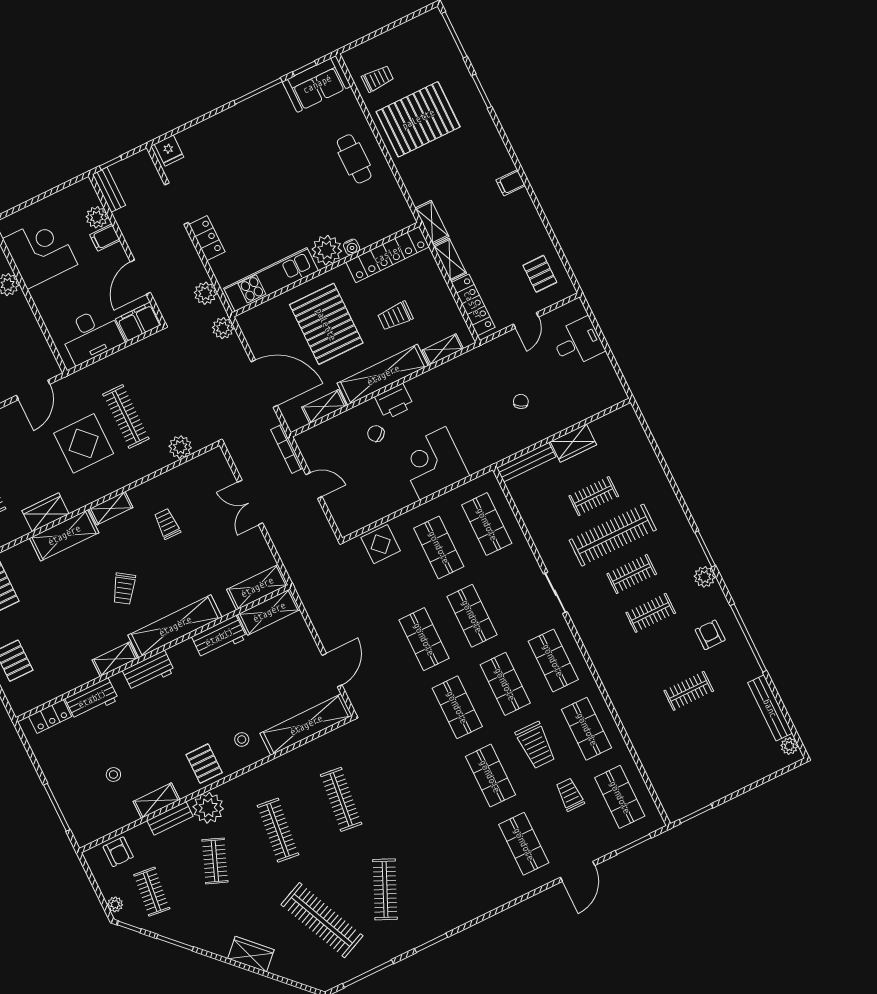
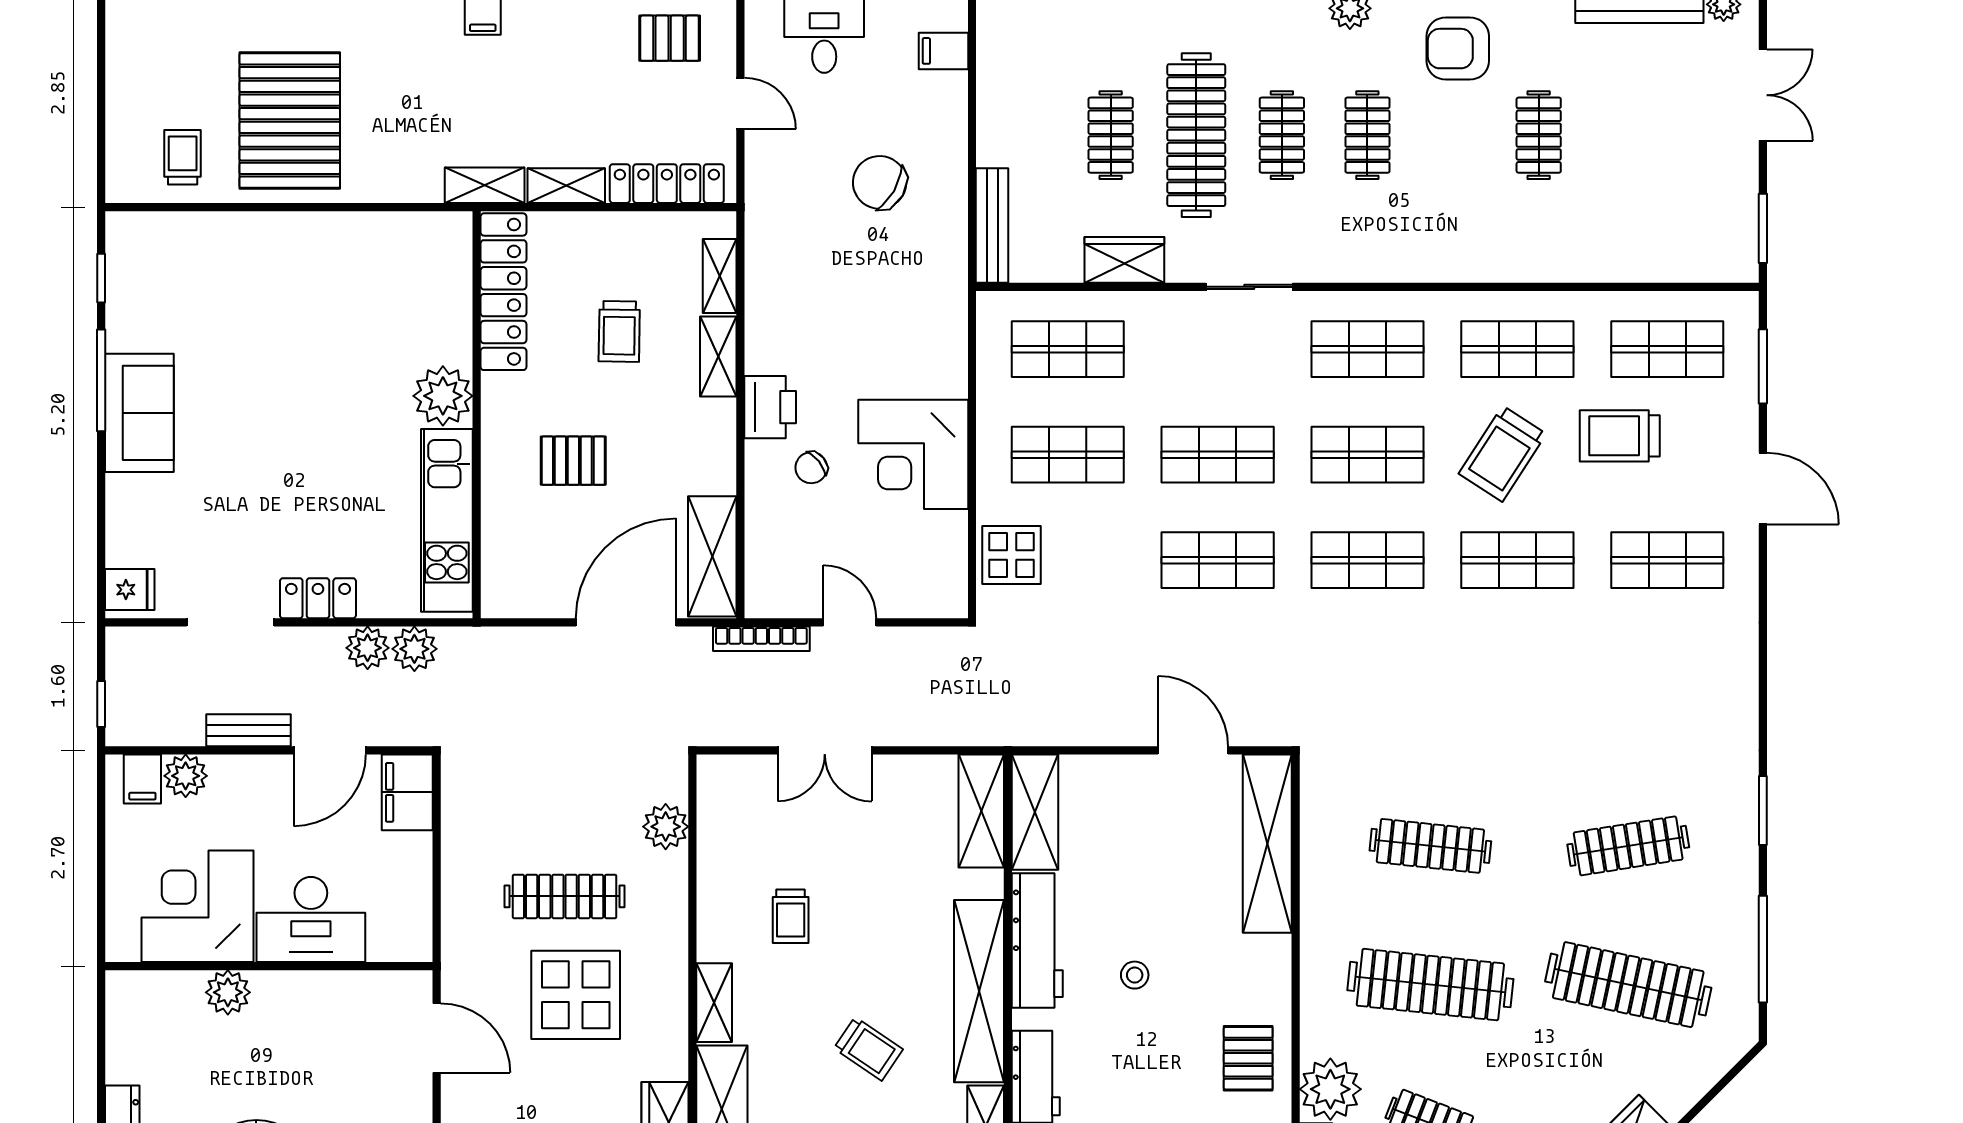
sofa: (317, 84) -> (139, 413), moved
cafe table: (354, 159) -> (305, 268), removed
bench: (109, 190) -> (248, 730), moved
filing cabinet: (105, 238) -> (142, 779), moved
water cooler: (352, 247) -> (459, 349), removed
door: (140, 277) -> (330, 750), hinge flipped
pallet: (326, 324) -> (573, 461), width x0.49, depth x0.50
plant: (223, 328) -> (368, 648), moved
desk: (91, 335) -> (311, 919), moved, turned 90
shelving: (383, 375) -> (718, 356), width x0.45, depth x0.75
chair: (521, 401) -> (880, 182), width x1.87, depth x1.87
filing cabinet: (595, 401) -> (943, 51), added
shelving: (324, 407) -> (712, 556), width x1.50, depth x1.33
wardrobe: (573, 443) -> (1124, 260), moved, turned -90
corner desk: (433, 463) -> (913, 454), moved
door: (314, 486) -> (850, 622), hinge flipped
trolley: (167, 524) -> (791, 916), turned -90
armchair: (710, 635) -> (1458, 49), width x1.38, depth x1.38
workbench: (219, 637) -> (1037, 941), width x1.37
stool: (242, 739) -> (1135, 975), moved
trolley: (536, 745) -> (1502, 454), turned 123
pallet: (204, 764) -> (1248, 1058), turned 90
double door: (757, 784) -> (1763, 95), added
trolley: (570, 795) -> (1620, 436), width x1.36, depth x1.39
clothes rail: (278, 830) -> (1430, 985), width x1.37, depth x1.31
clothes rail: (385, 889) -> (1628, 846), turned -33
clothes rail: (322, 920) -> (1628, 985), turned 36

